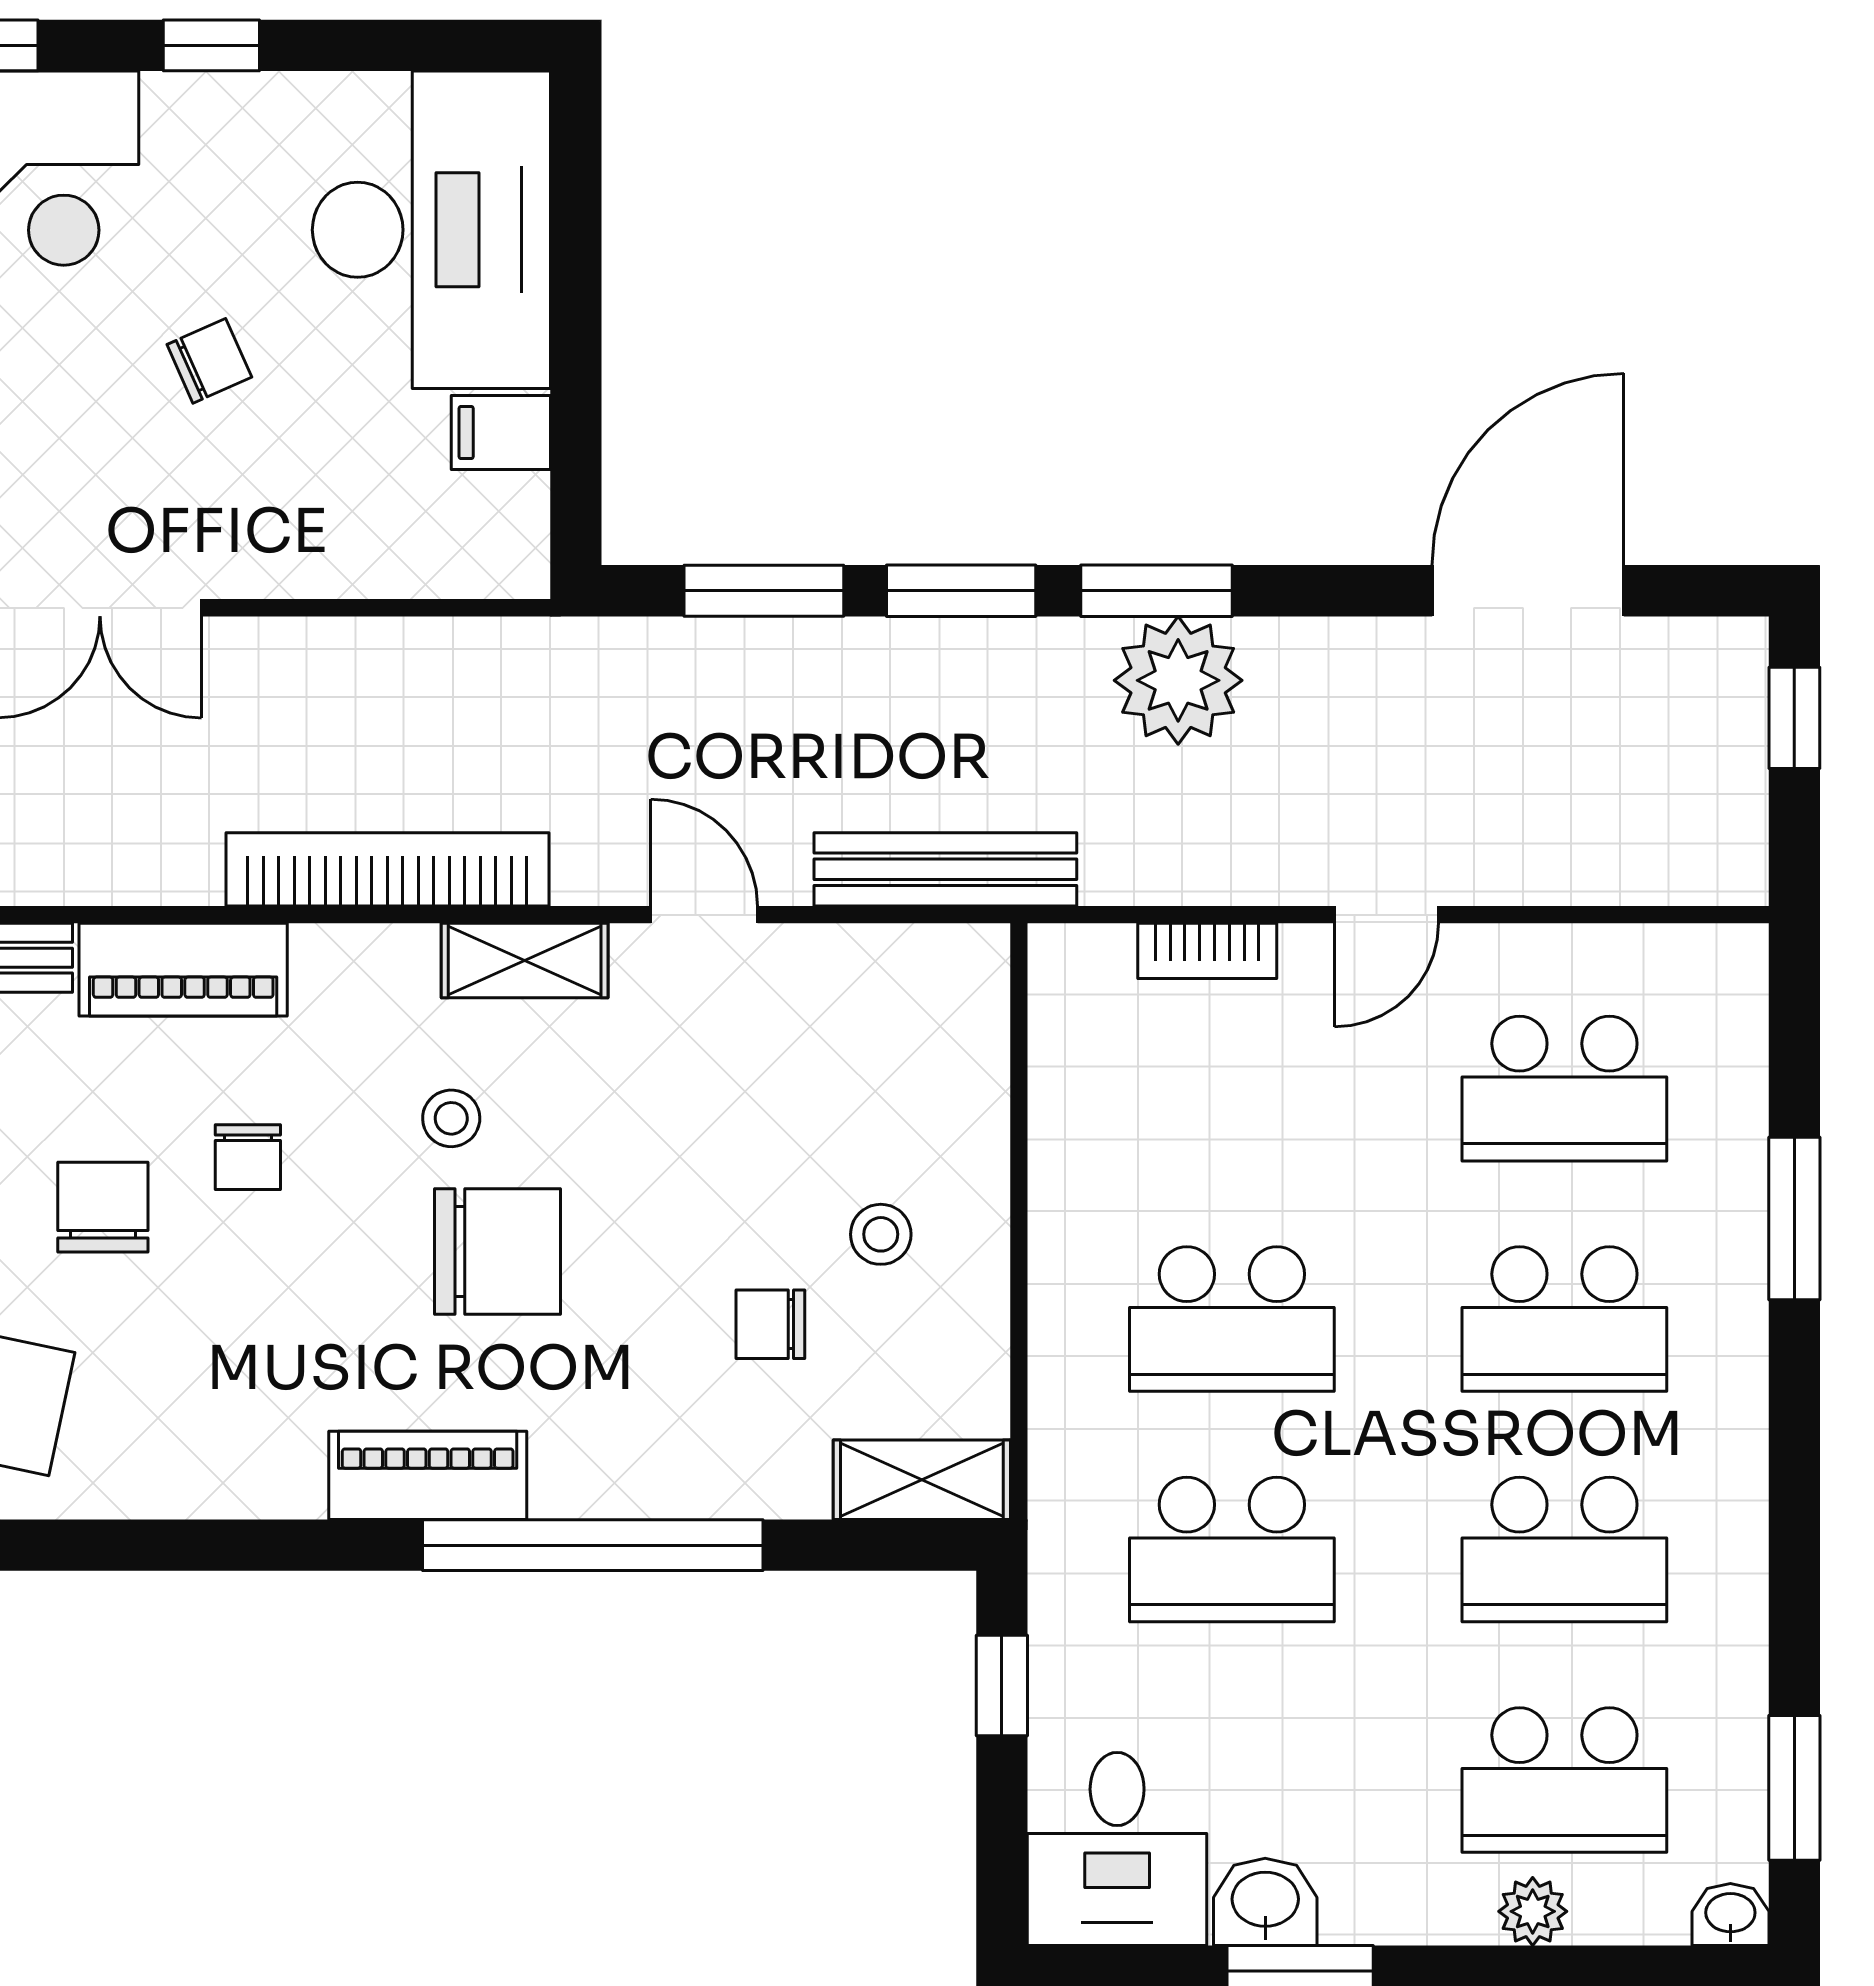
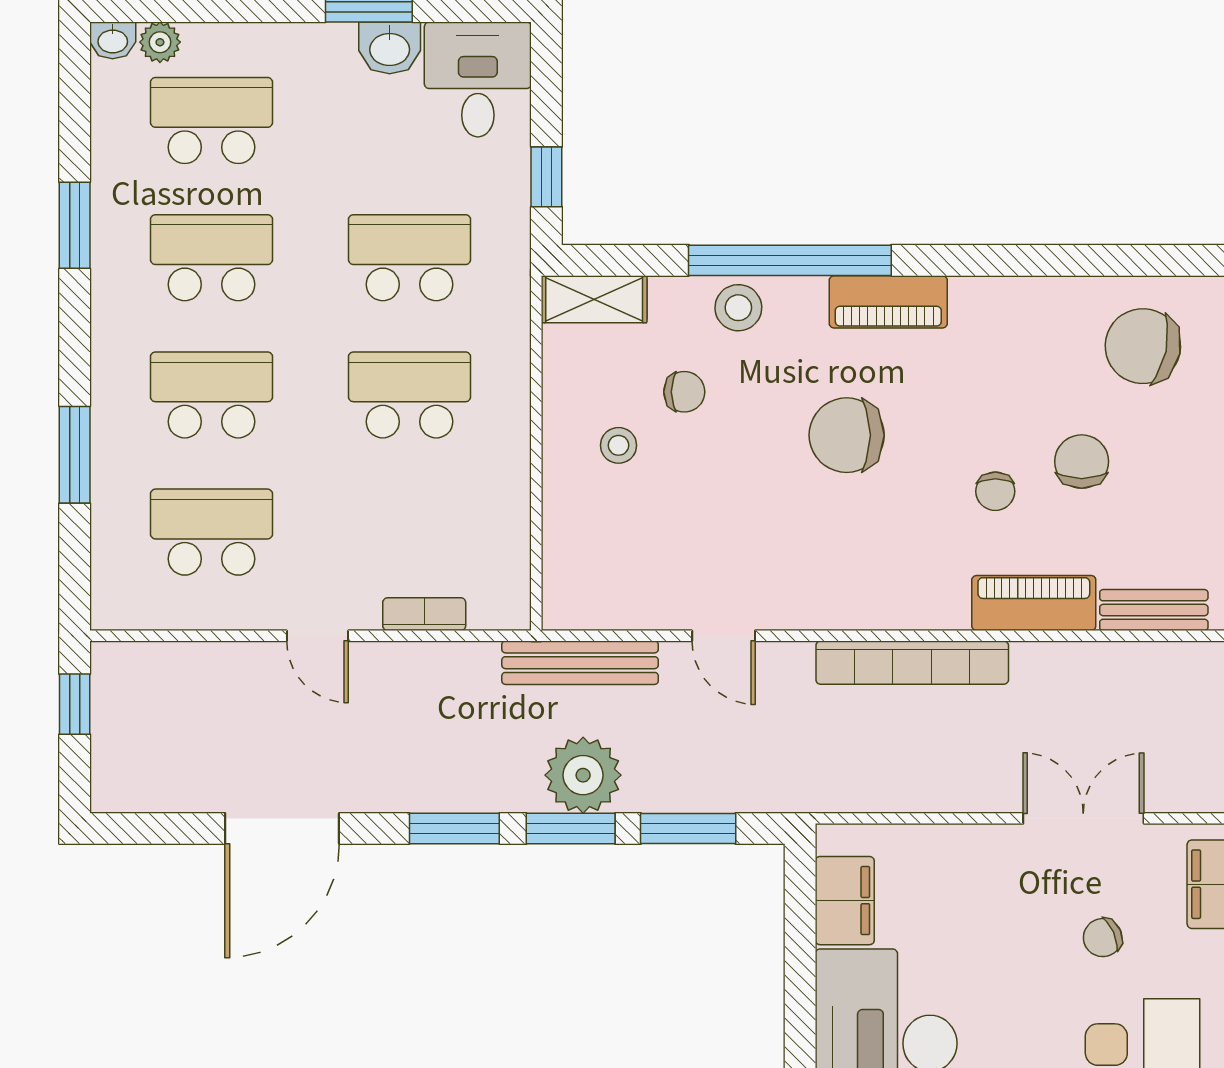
chair: (209, 361) -> (1103, 938), moved
filing cabinet: (501, 433) -> (845, 901), width x2.00
door: (1528, 591) -> (282, 828), moved
plant: (1178, 680) -> (583, 775), moved
window: (1794, 718) -> (75, 704), moved
door: (1387, 915) -> (317, 636), swing flipped
shelving: (525, 960) -> (831, 608), removed
stool: (451, 1118) -> (738, 308), moved, width x1.37, depth x1.37
chair: (248, 1157) -> (995, 491), turned 180
chair: (103, 1207) -> (1082, 462), turned 180
window: (1794, 1788) -> (75, 225), moved
plant: (1533, 1911) -> (160, 42), moved

